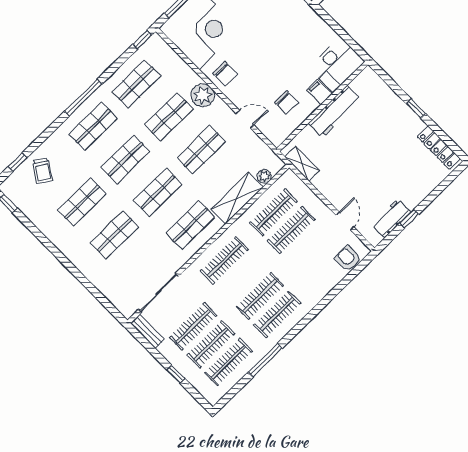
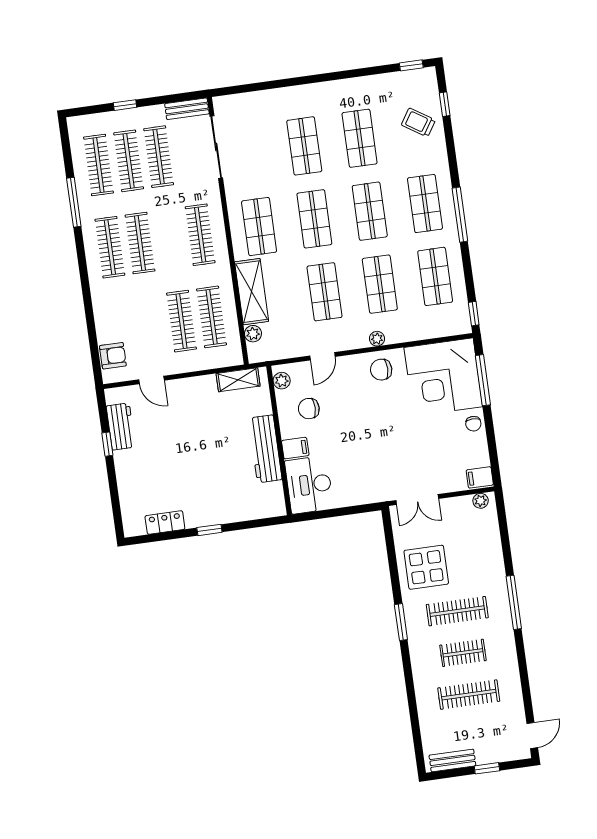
plant: (203, 95) -> (377, 339), width x0.53, depth x0.53
plant: (281, 134) -> (282, 381), added
locker: (439, 148) -> (165, 522), width x0.66

